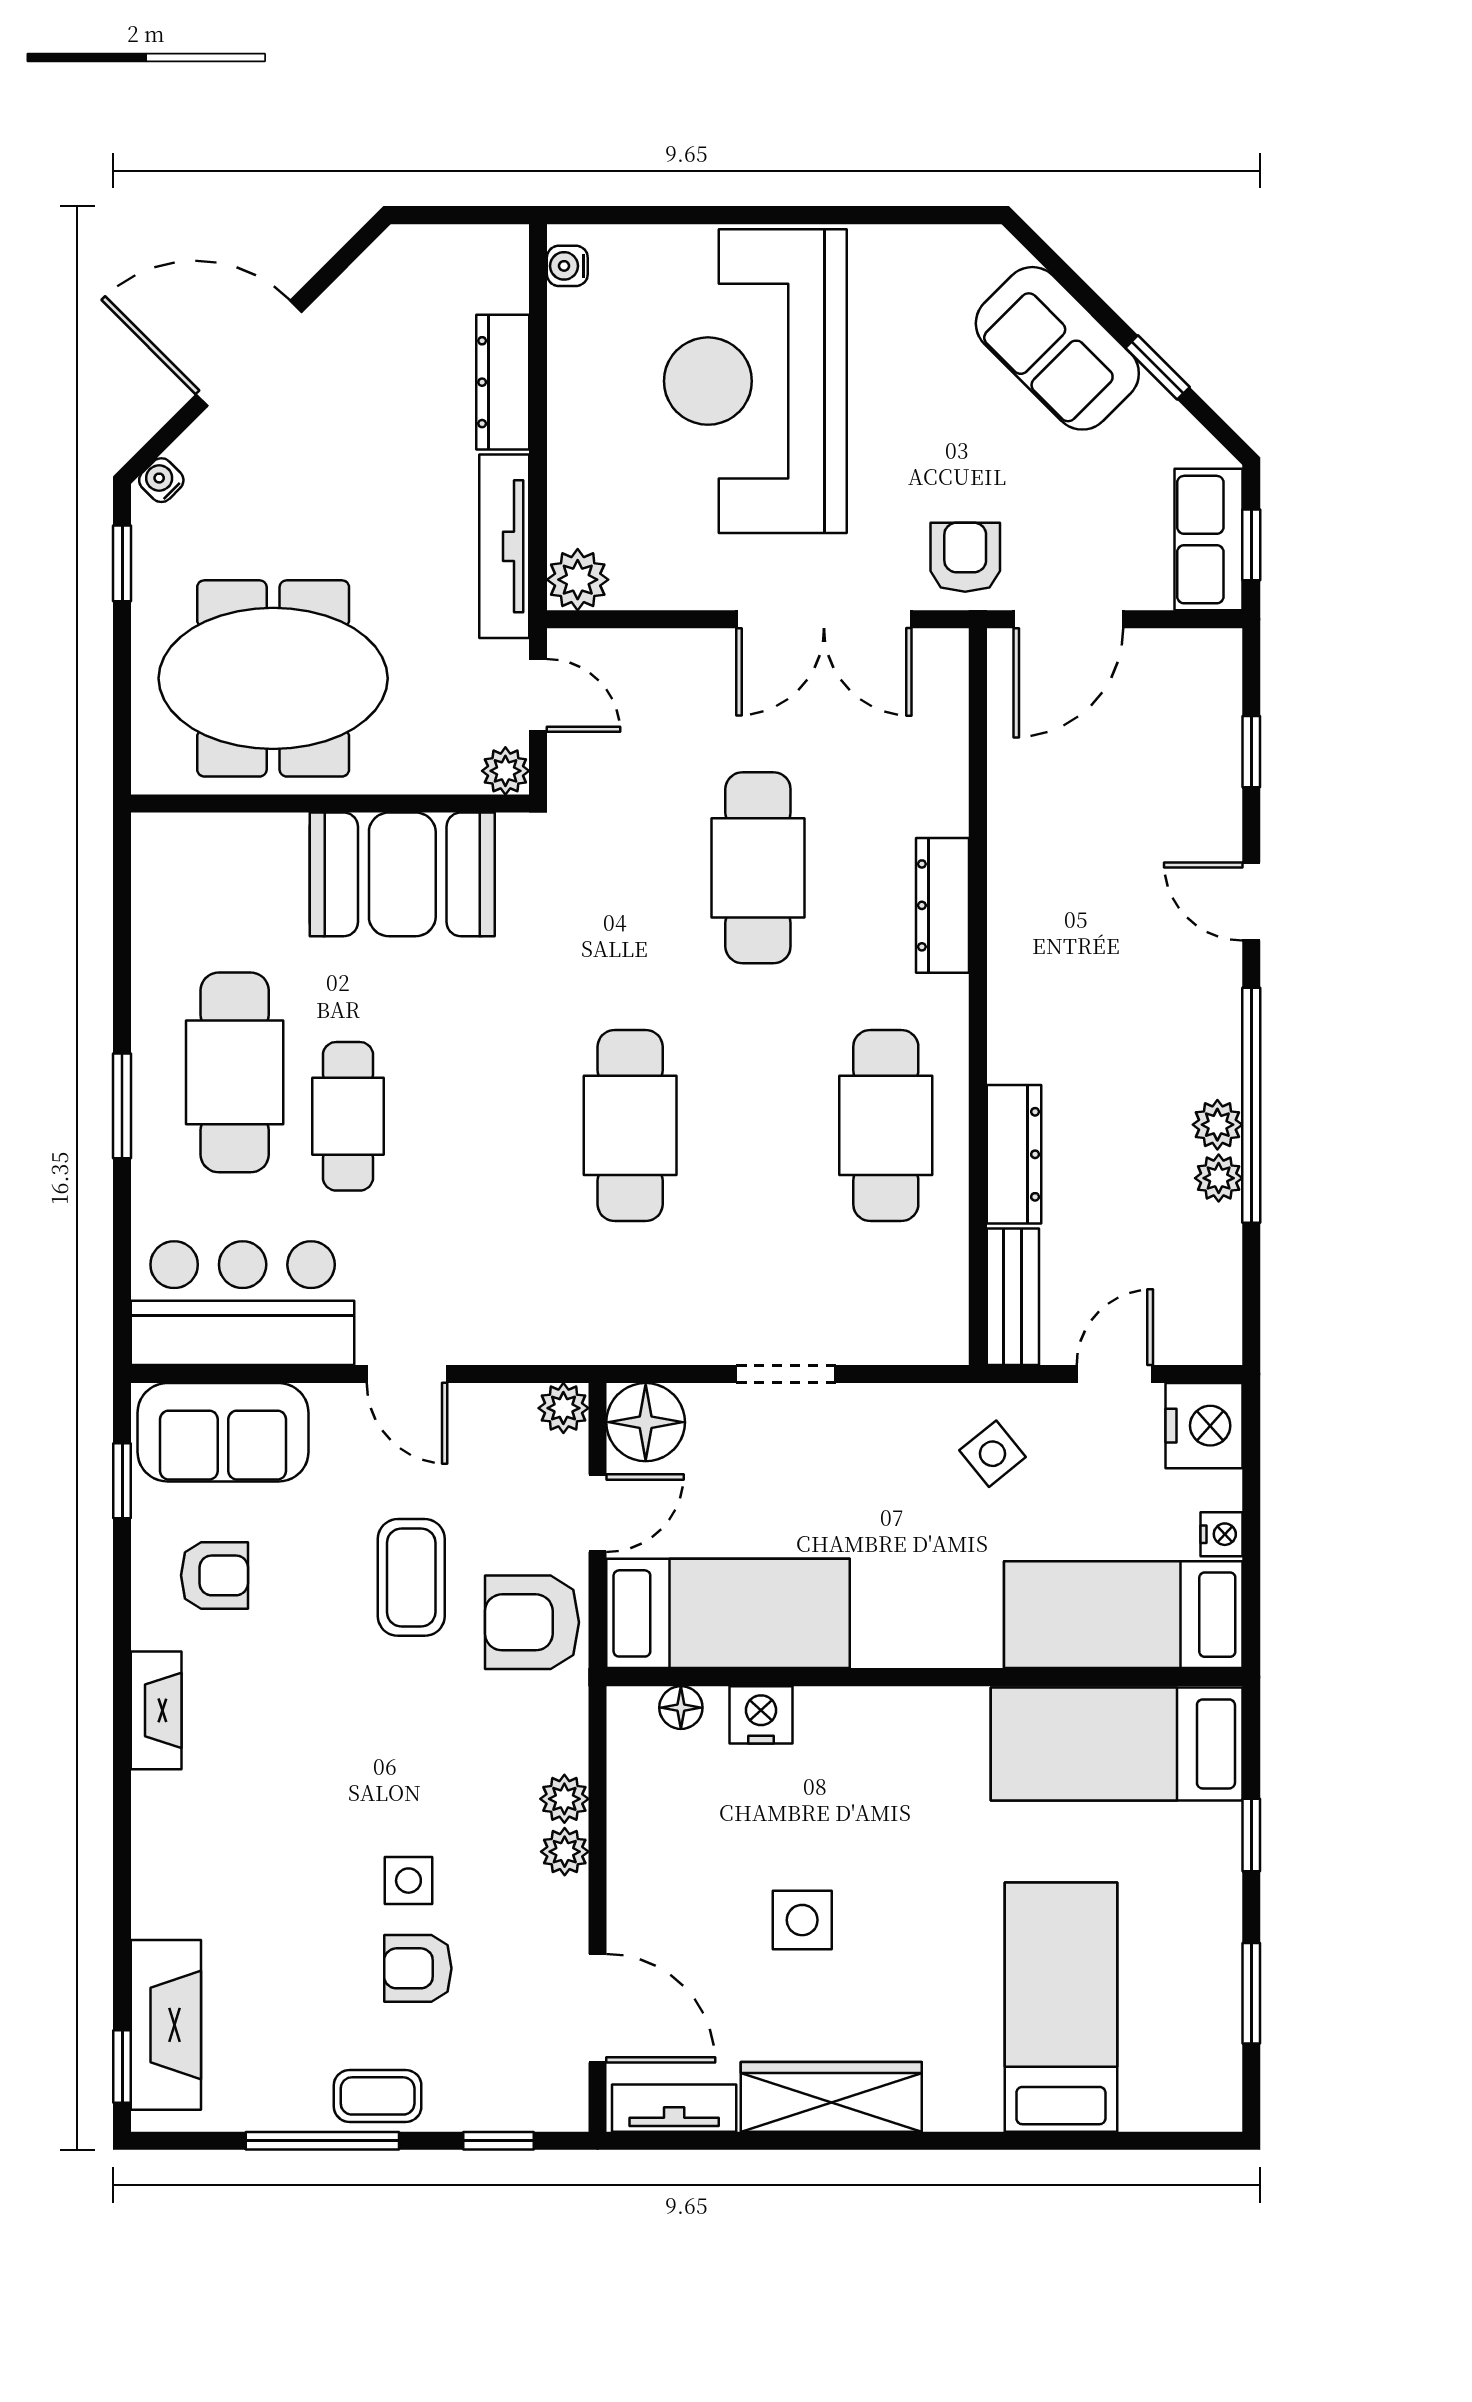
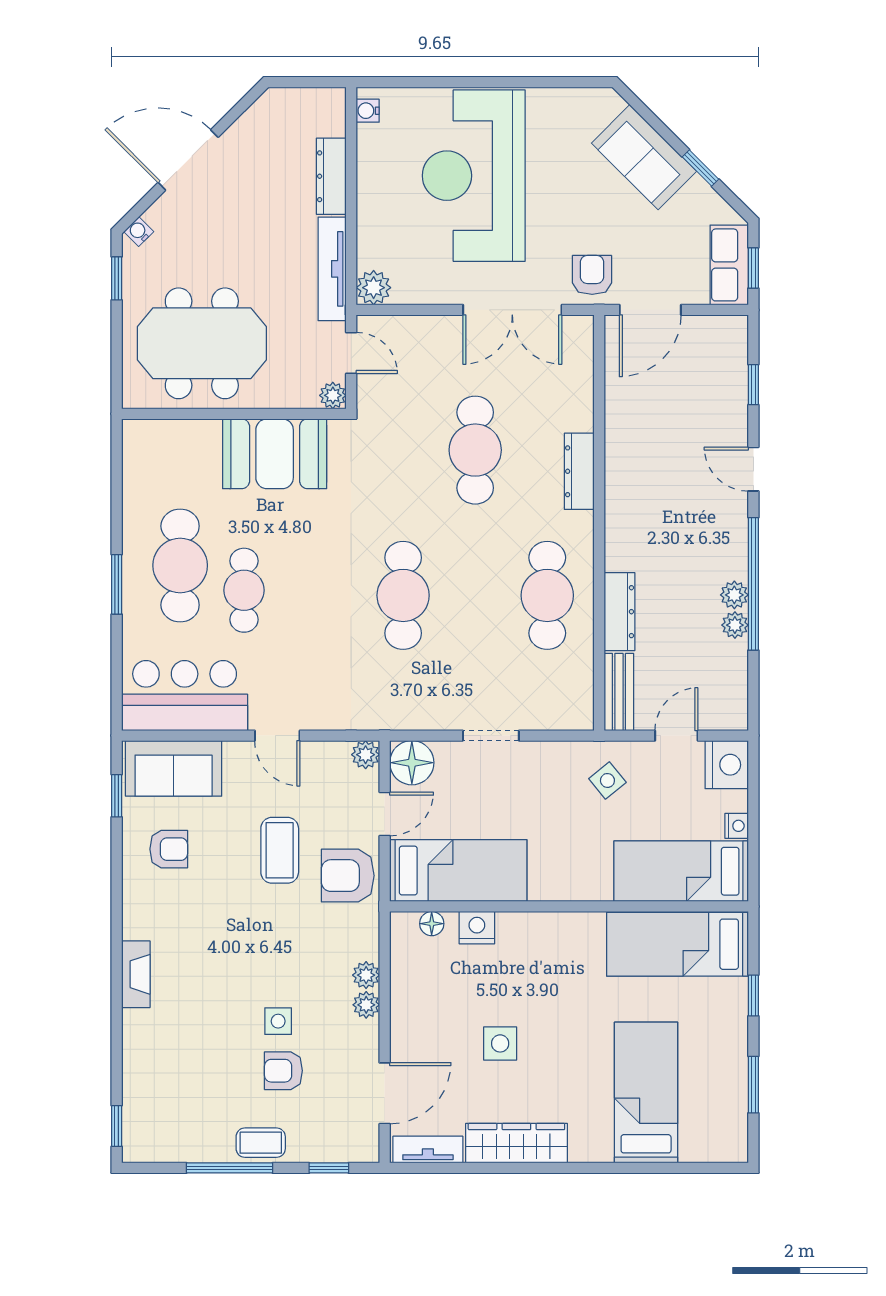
fireplace: (156, 1710) -> (136, 974), moved
door: (597, 2008) -> (385, 1093), hinge flipped
fireplace: (166, 2025) -> (141, 1103), removed

